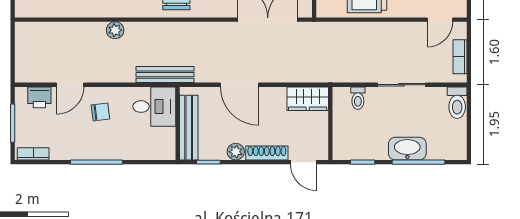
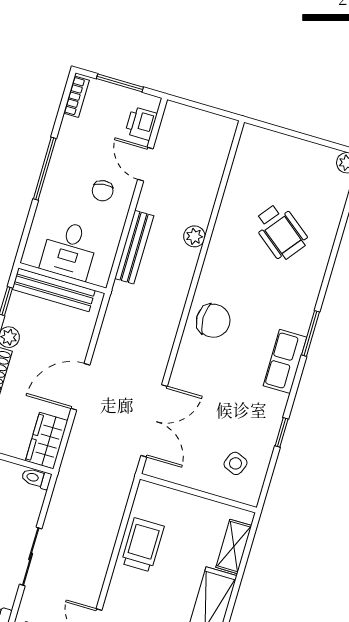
bench: (165, 75) -> (134, 247), moved
door: (240, 85) -> (80, 387), moved
toilet: (358, 98) -> (36, 478), moved
desk: (154, 107) -> (69, 250), moved

